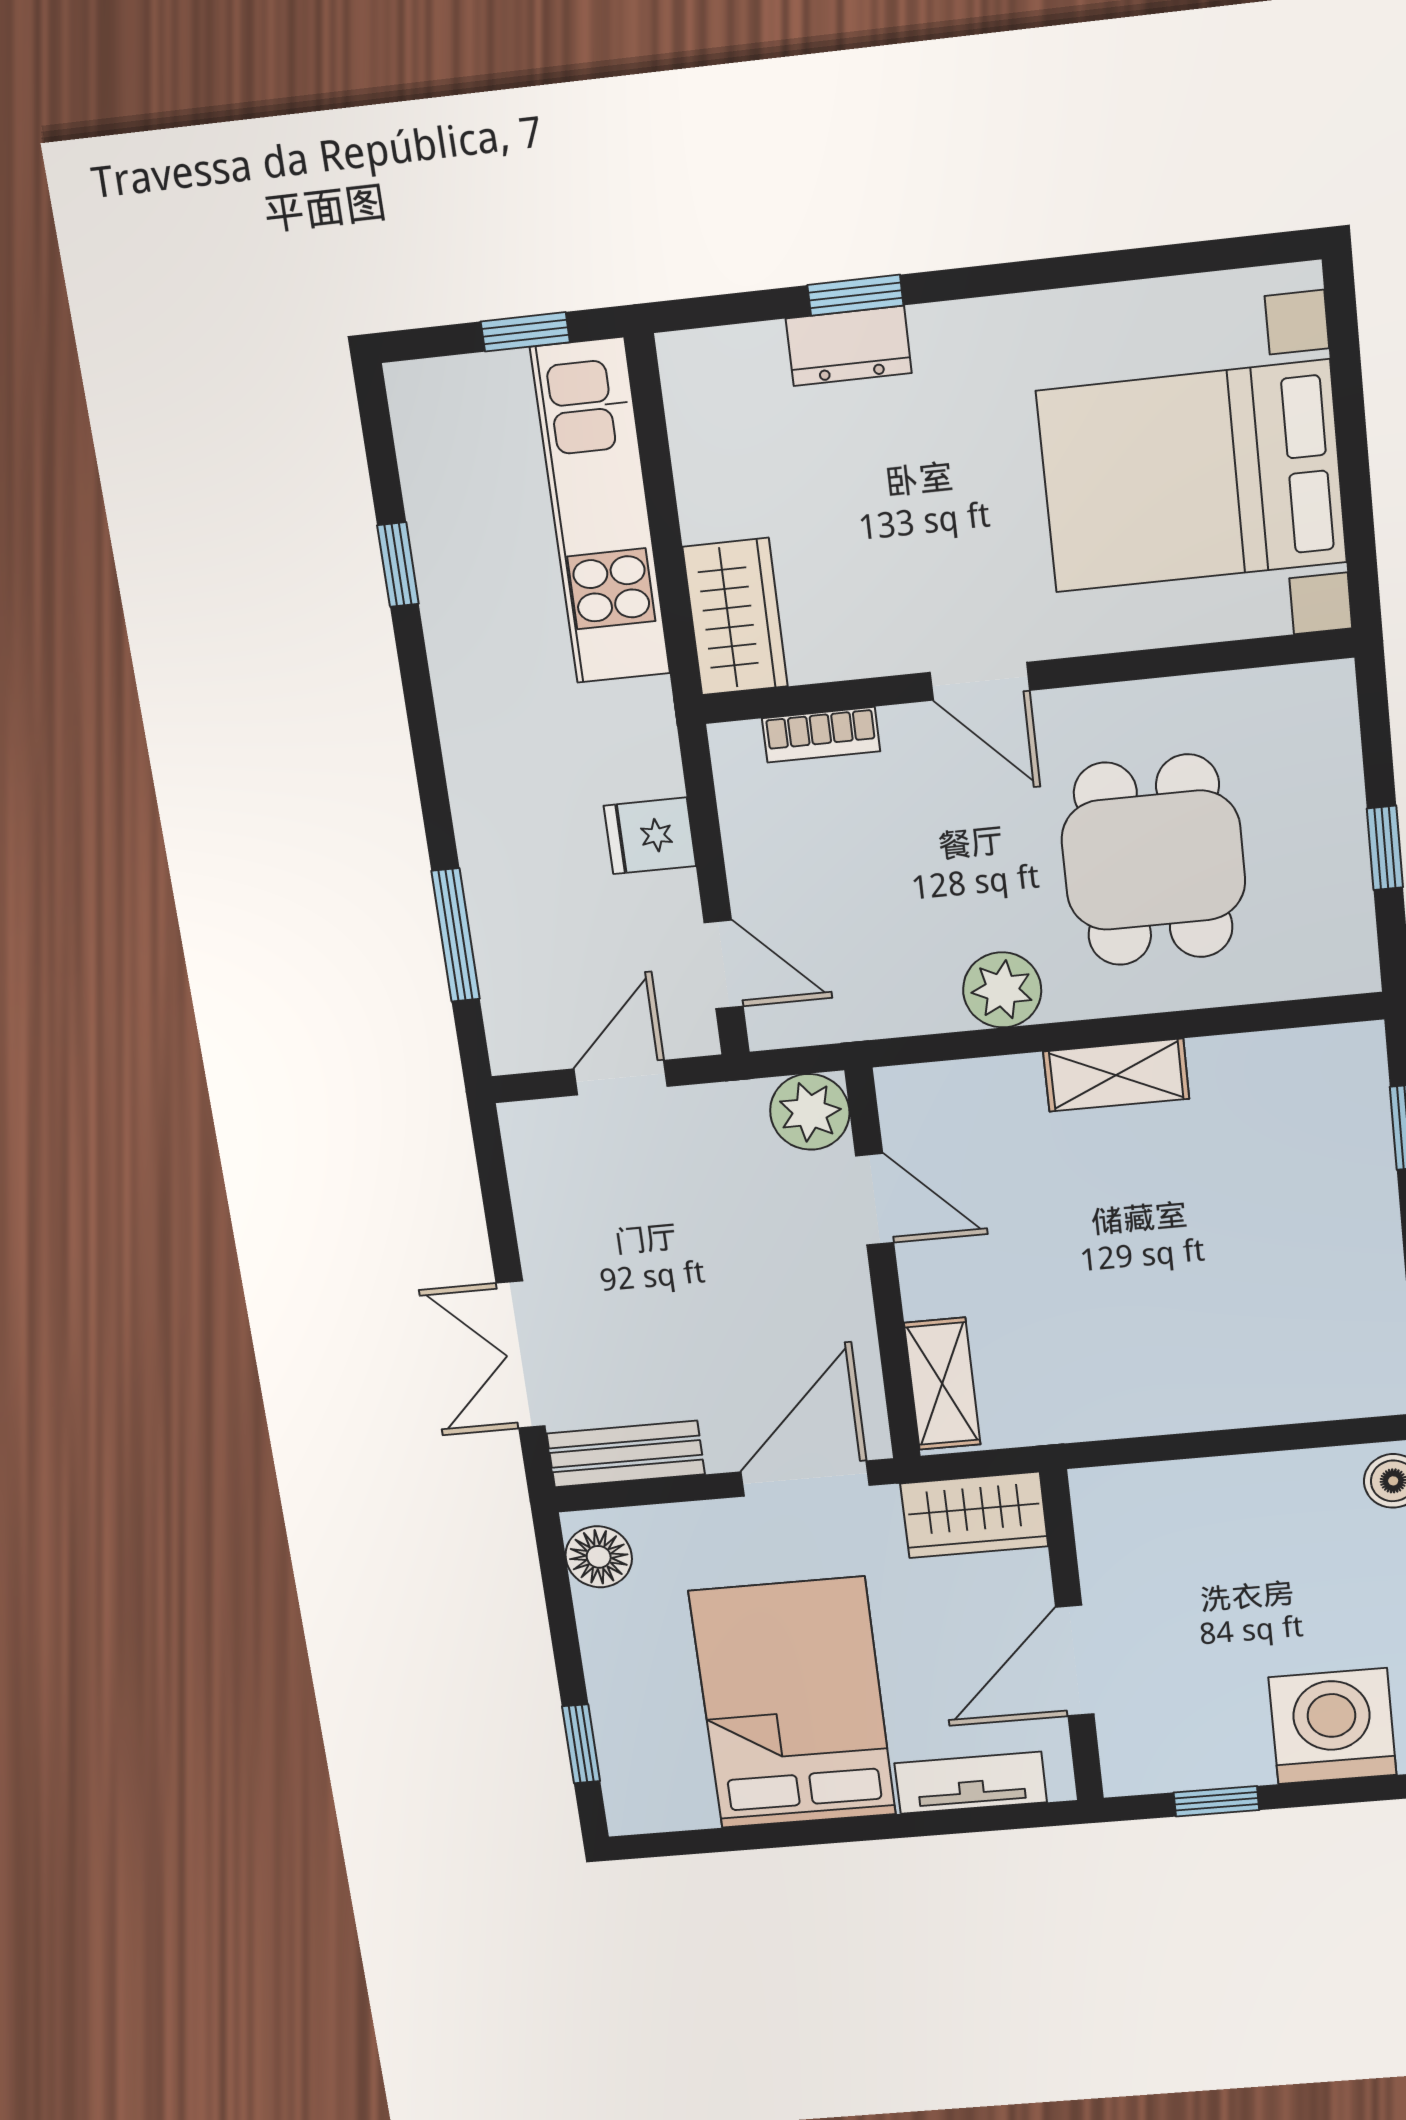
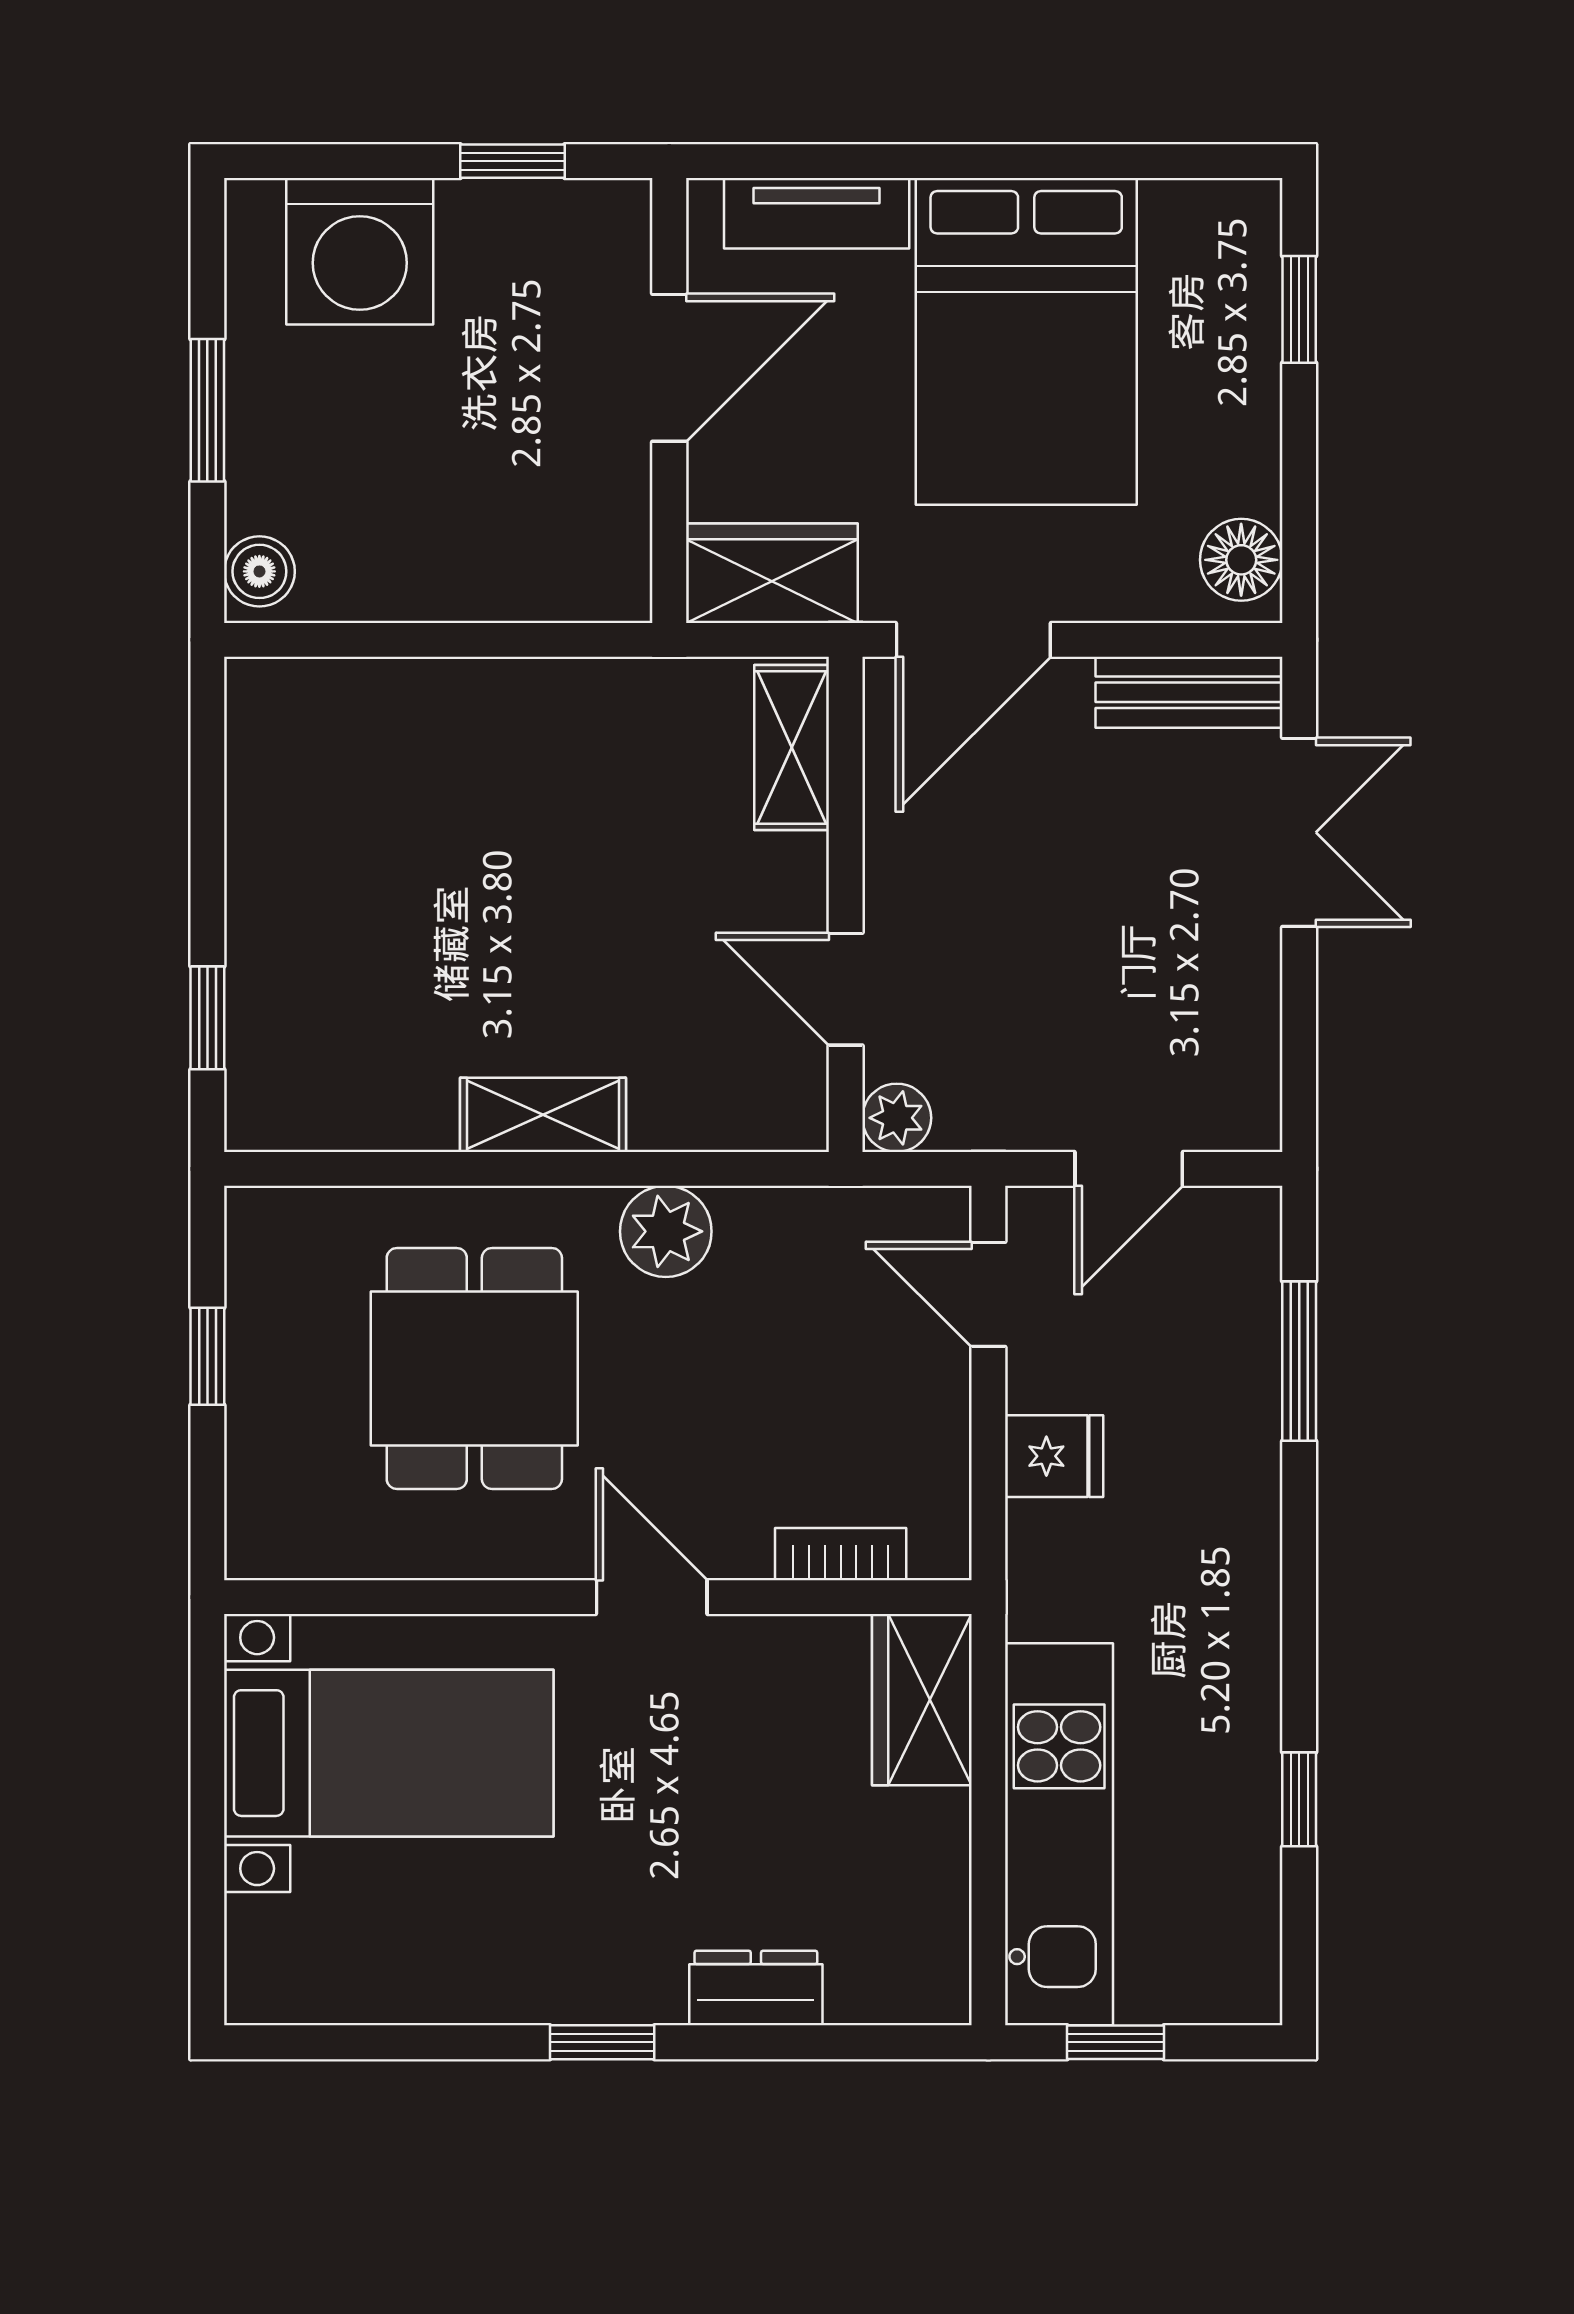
window: (855, 295) -> (602, 2042), moved
bed with nightstands: (1192, 477) -> (389, 1753), width x0.73
plant: (810, 1112) -> (897, 1118), width x0.73, depth x0.73

